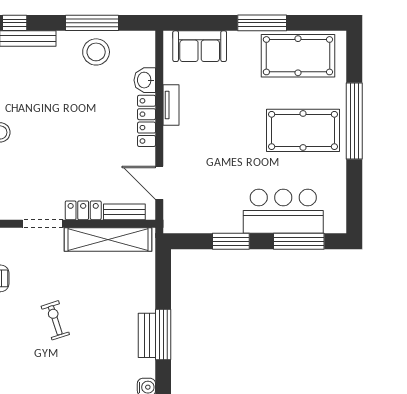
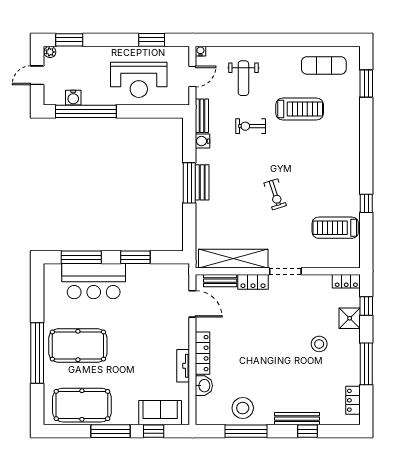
window: (208, 23) -> (154, 431), added

